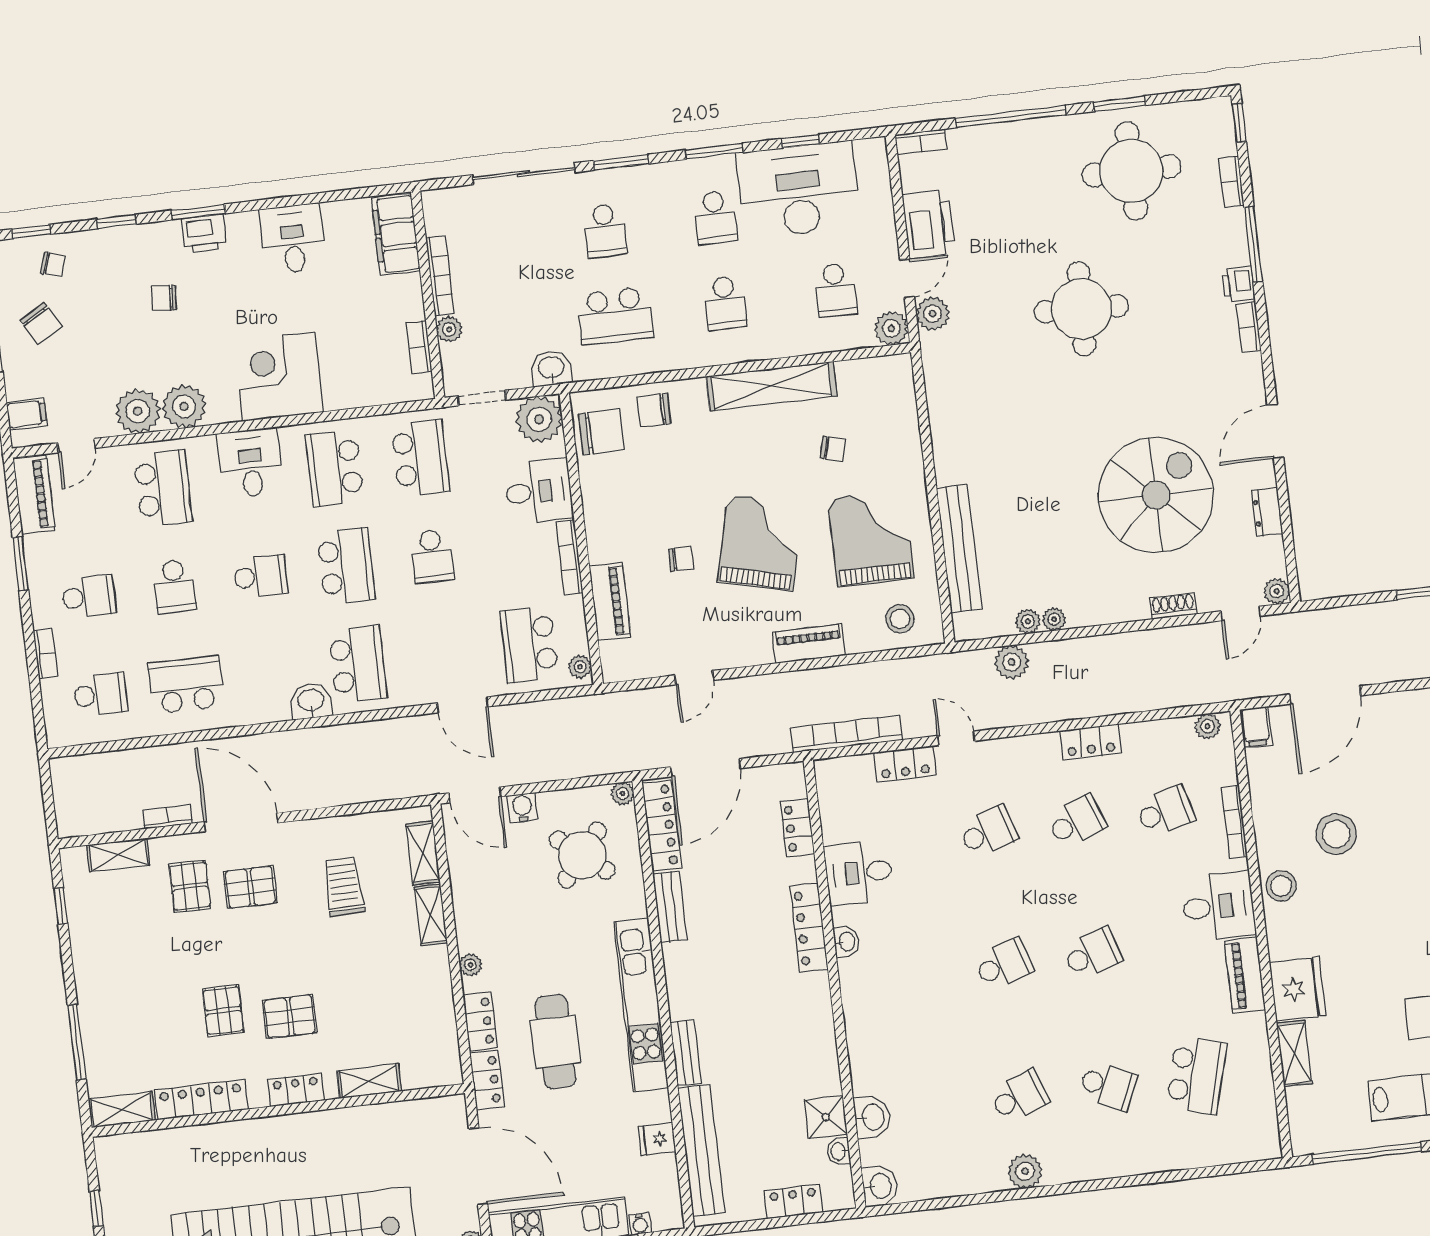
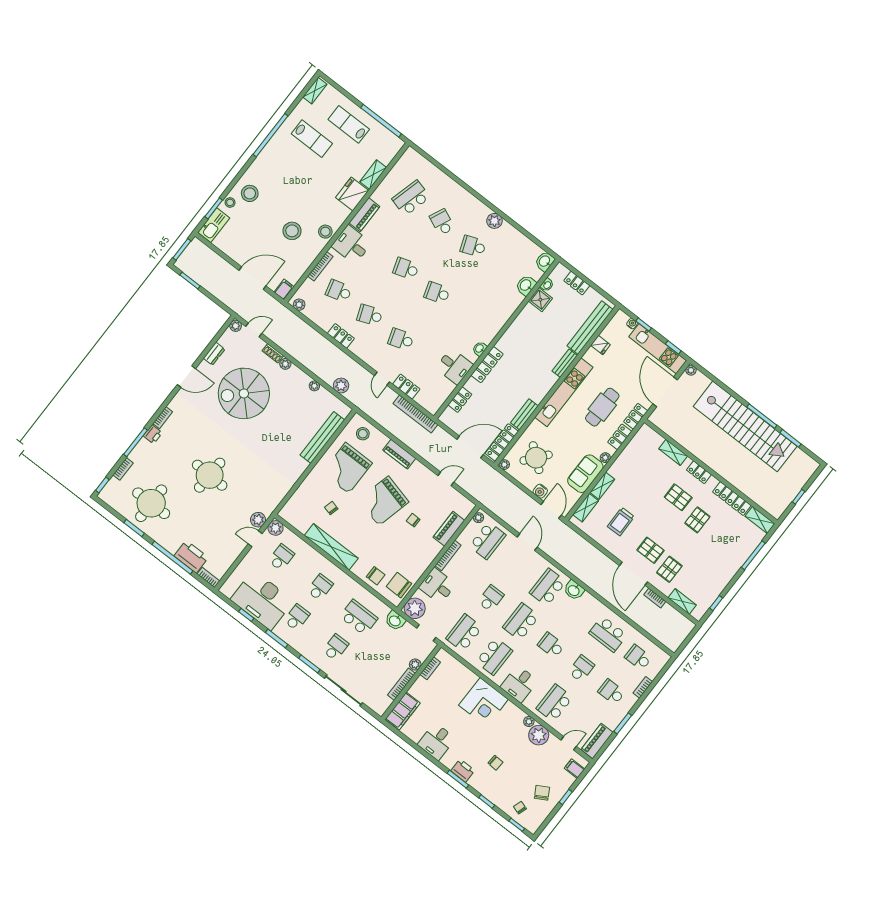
printer: (929, 224) -> (191, 557), moved, turned 90
plant: (184, 406) -> (529, 721), width x0.53, depth x0.53
plant: (1028, 621) -> (285, 364), moved
sofa: (477, 907) -> (585, 474), added

